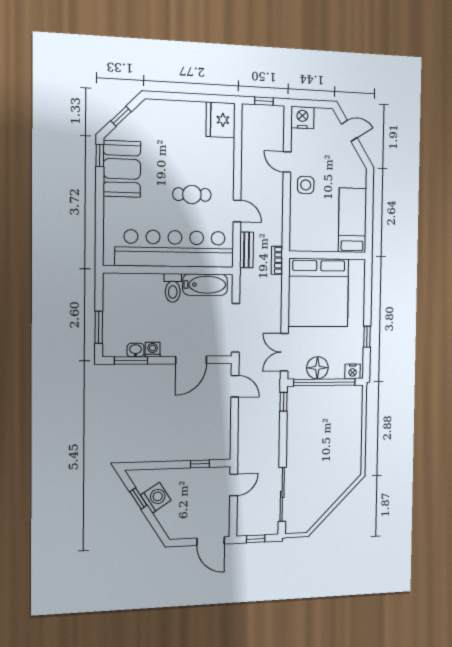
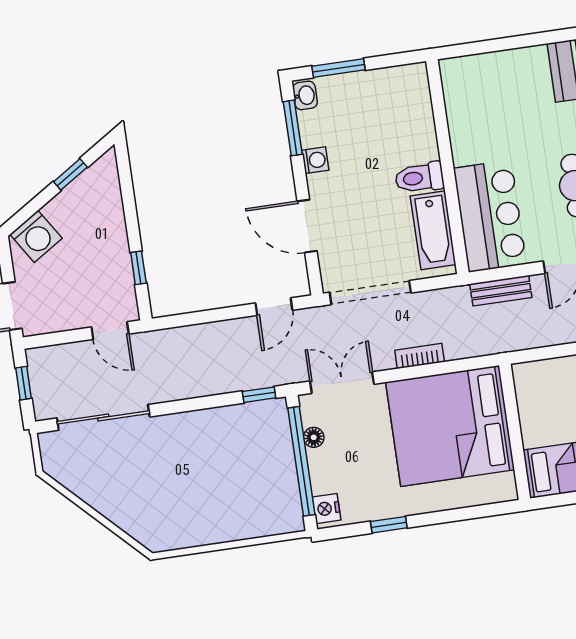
bar counter: (175, 249) -> (490, 216), width x0.54
bookcase: (277, 260) -> (420, 356), moved
washbasin: (135, 350) -> (305, 95), moved
floor lamp: (317, 368) -> (314, 437), width x0.53, depth x0.53
washing machine: (156, 498) -> (36, 236), moved

